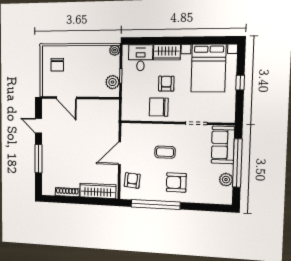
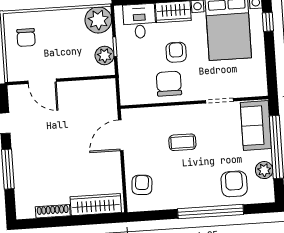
plant: (115, 50) -> (98, 20), width x1.88, depth x1.88
window: (240, 83) -> (268, 22), moved
chair: (159, 107) -> (169, 84), turned 90
door: (120, 153) -> (121, 135), moved
armchair: (176, 182) -> (234, 184), moved, turned 90
window: (155, 205) -> (211, 212), moved

